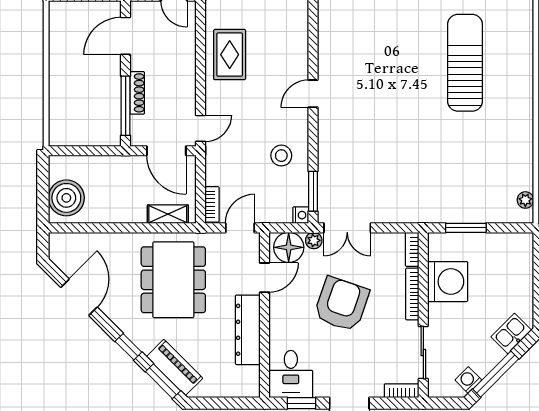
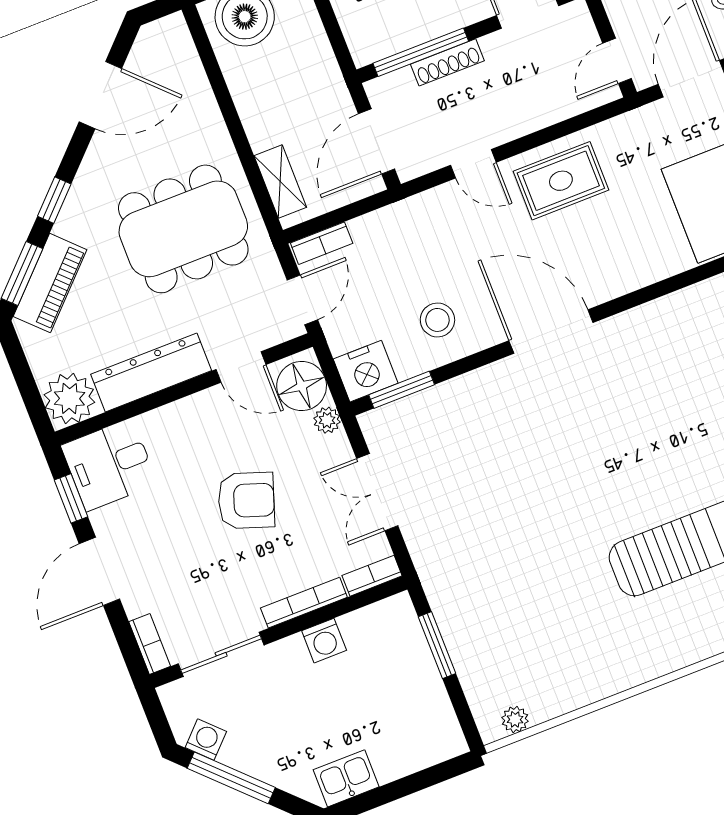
door: (313, 94) -> (551, 332), width x1.88
door: (201, 128) -> (473, 164), moved
nightstand: (301, 215) -> (366, 371), width x1.89, depth x1.79
door: (240, 228) -> (302, 300), hinge flipped
double door: (347, 228) -> (377, 492), moved
washing machine: (448, 282) -> (324, 641), width x0.53, depth x0.53
armchair: (341, 304) -> (246, 500), width x0.73, depth x0.73
kitchen sink: (511, 334) -> (346, 778), moved, turned -45
plant: (244, 382) -> (69, 398), added

